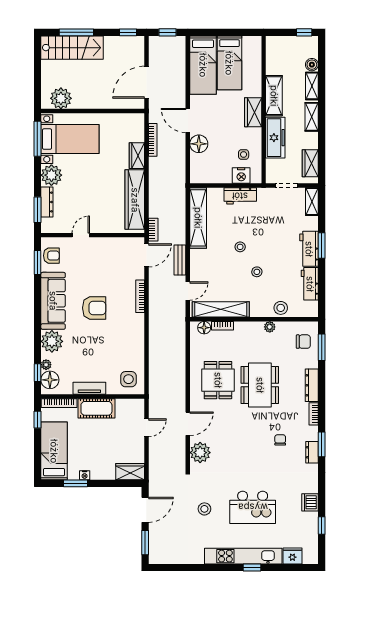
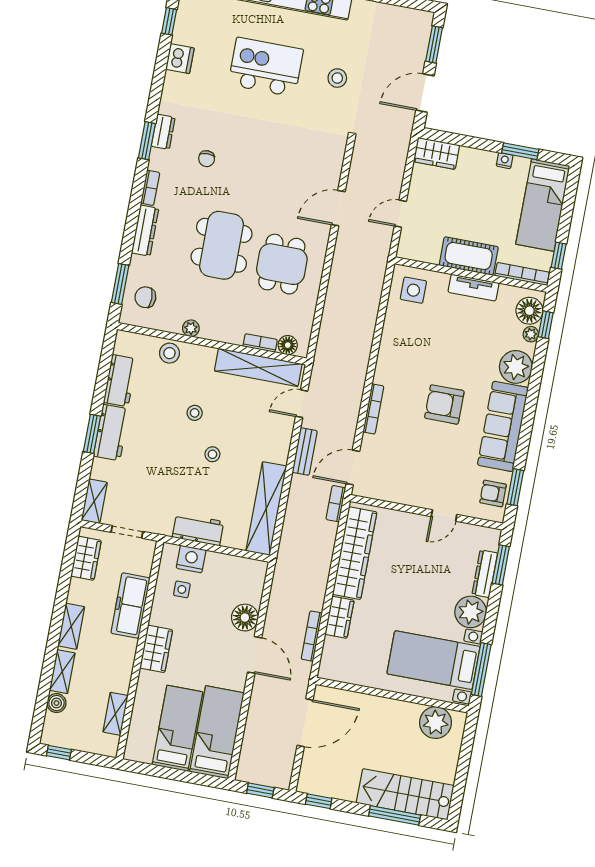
shelving: (274, 96) -> (115, 714), moved, width x0.67, depth x0.75
plant: (200, 453) -> (328, 162), removed

